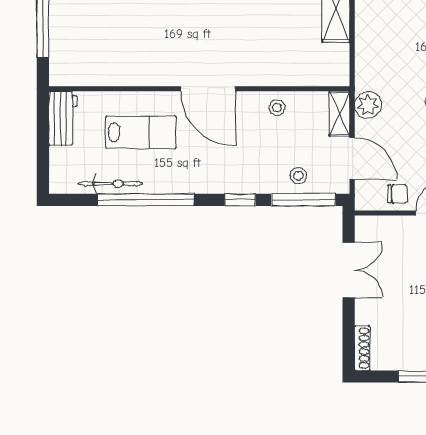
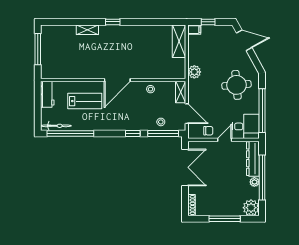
door: (208, 89) -> (117, 80), hinge flipped
plant: (368, 105) -> (194, 72), moved
bicycle: (110, 184) -> (56, 126), moved
window: (146, 200) -> (70, 134), moved
double door: (349, 270) -> (185, 167), width x1.37

